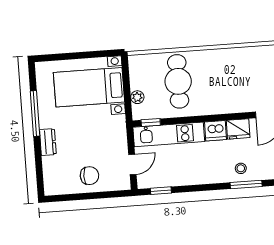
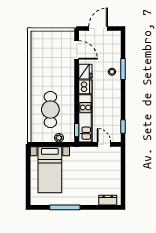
cafe table: (178, 81) -> (50, 110), turned 90
dresser: (48, 142) -> (108, 200), moved
chair: (89, 176) -> (109, 174), removed

